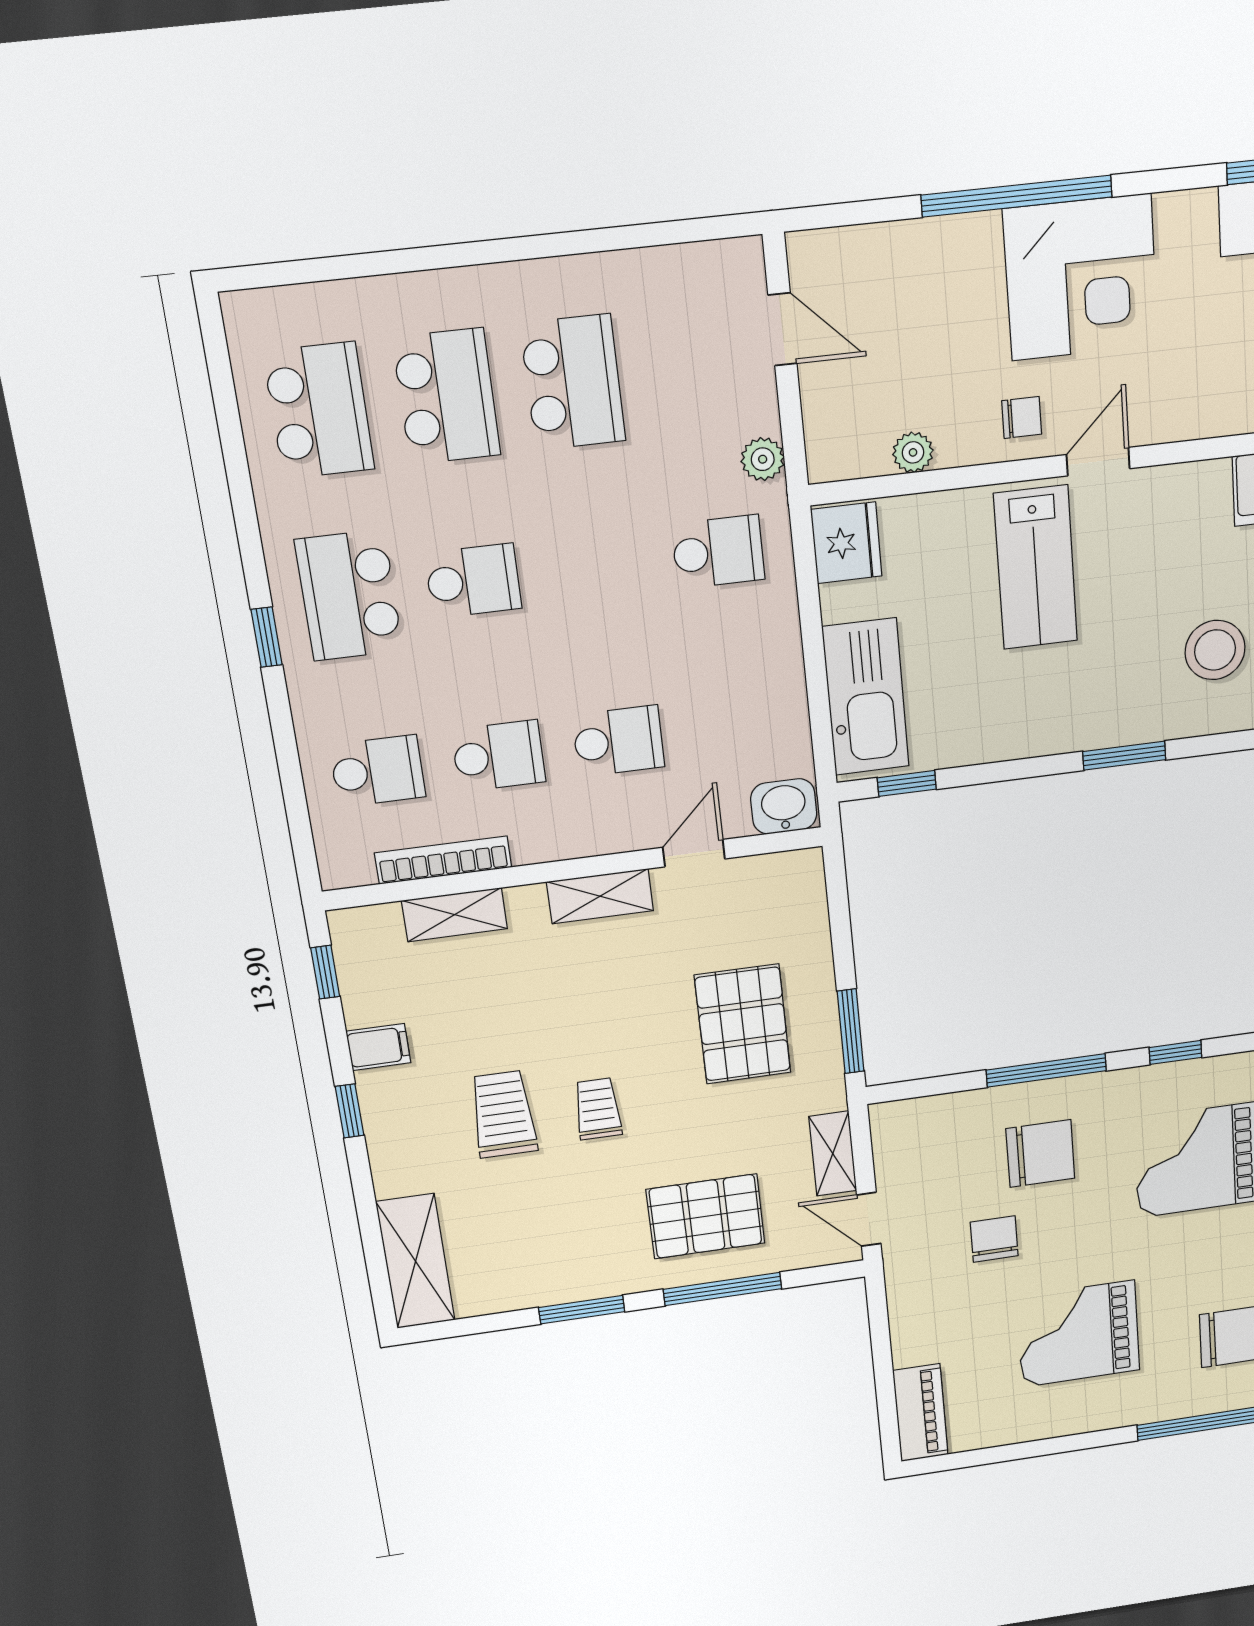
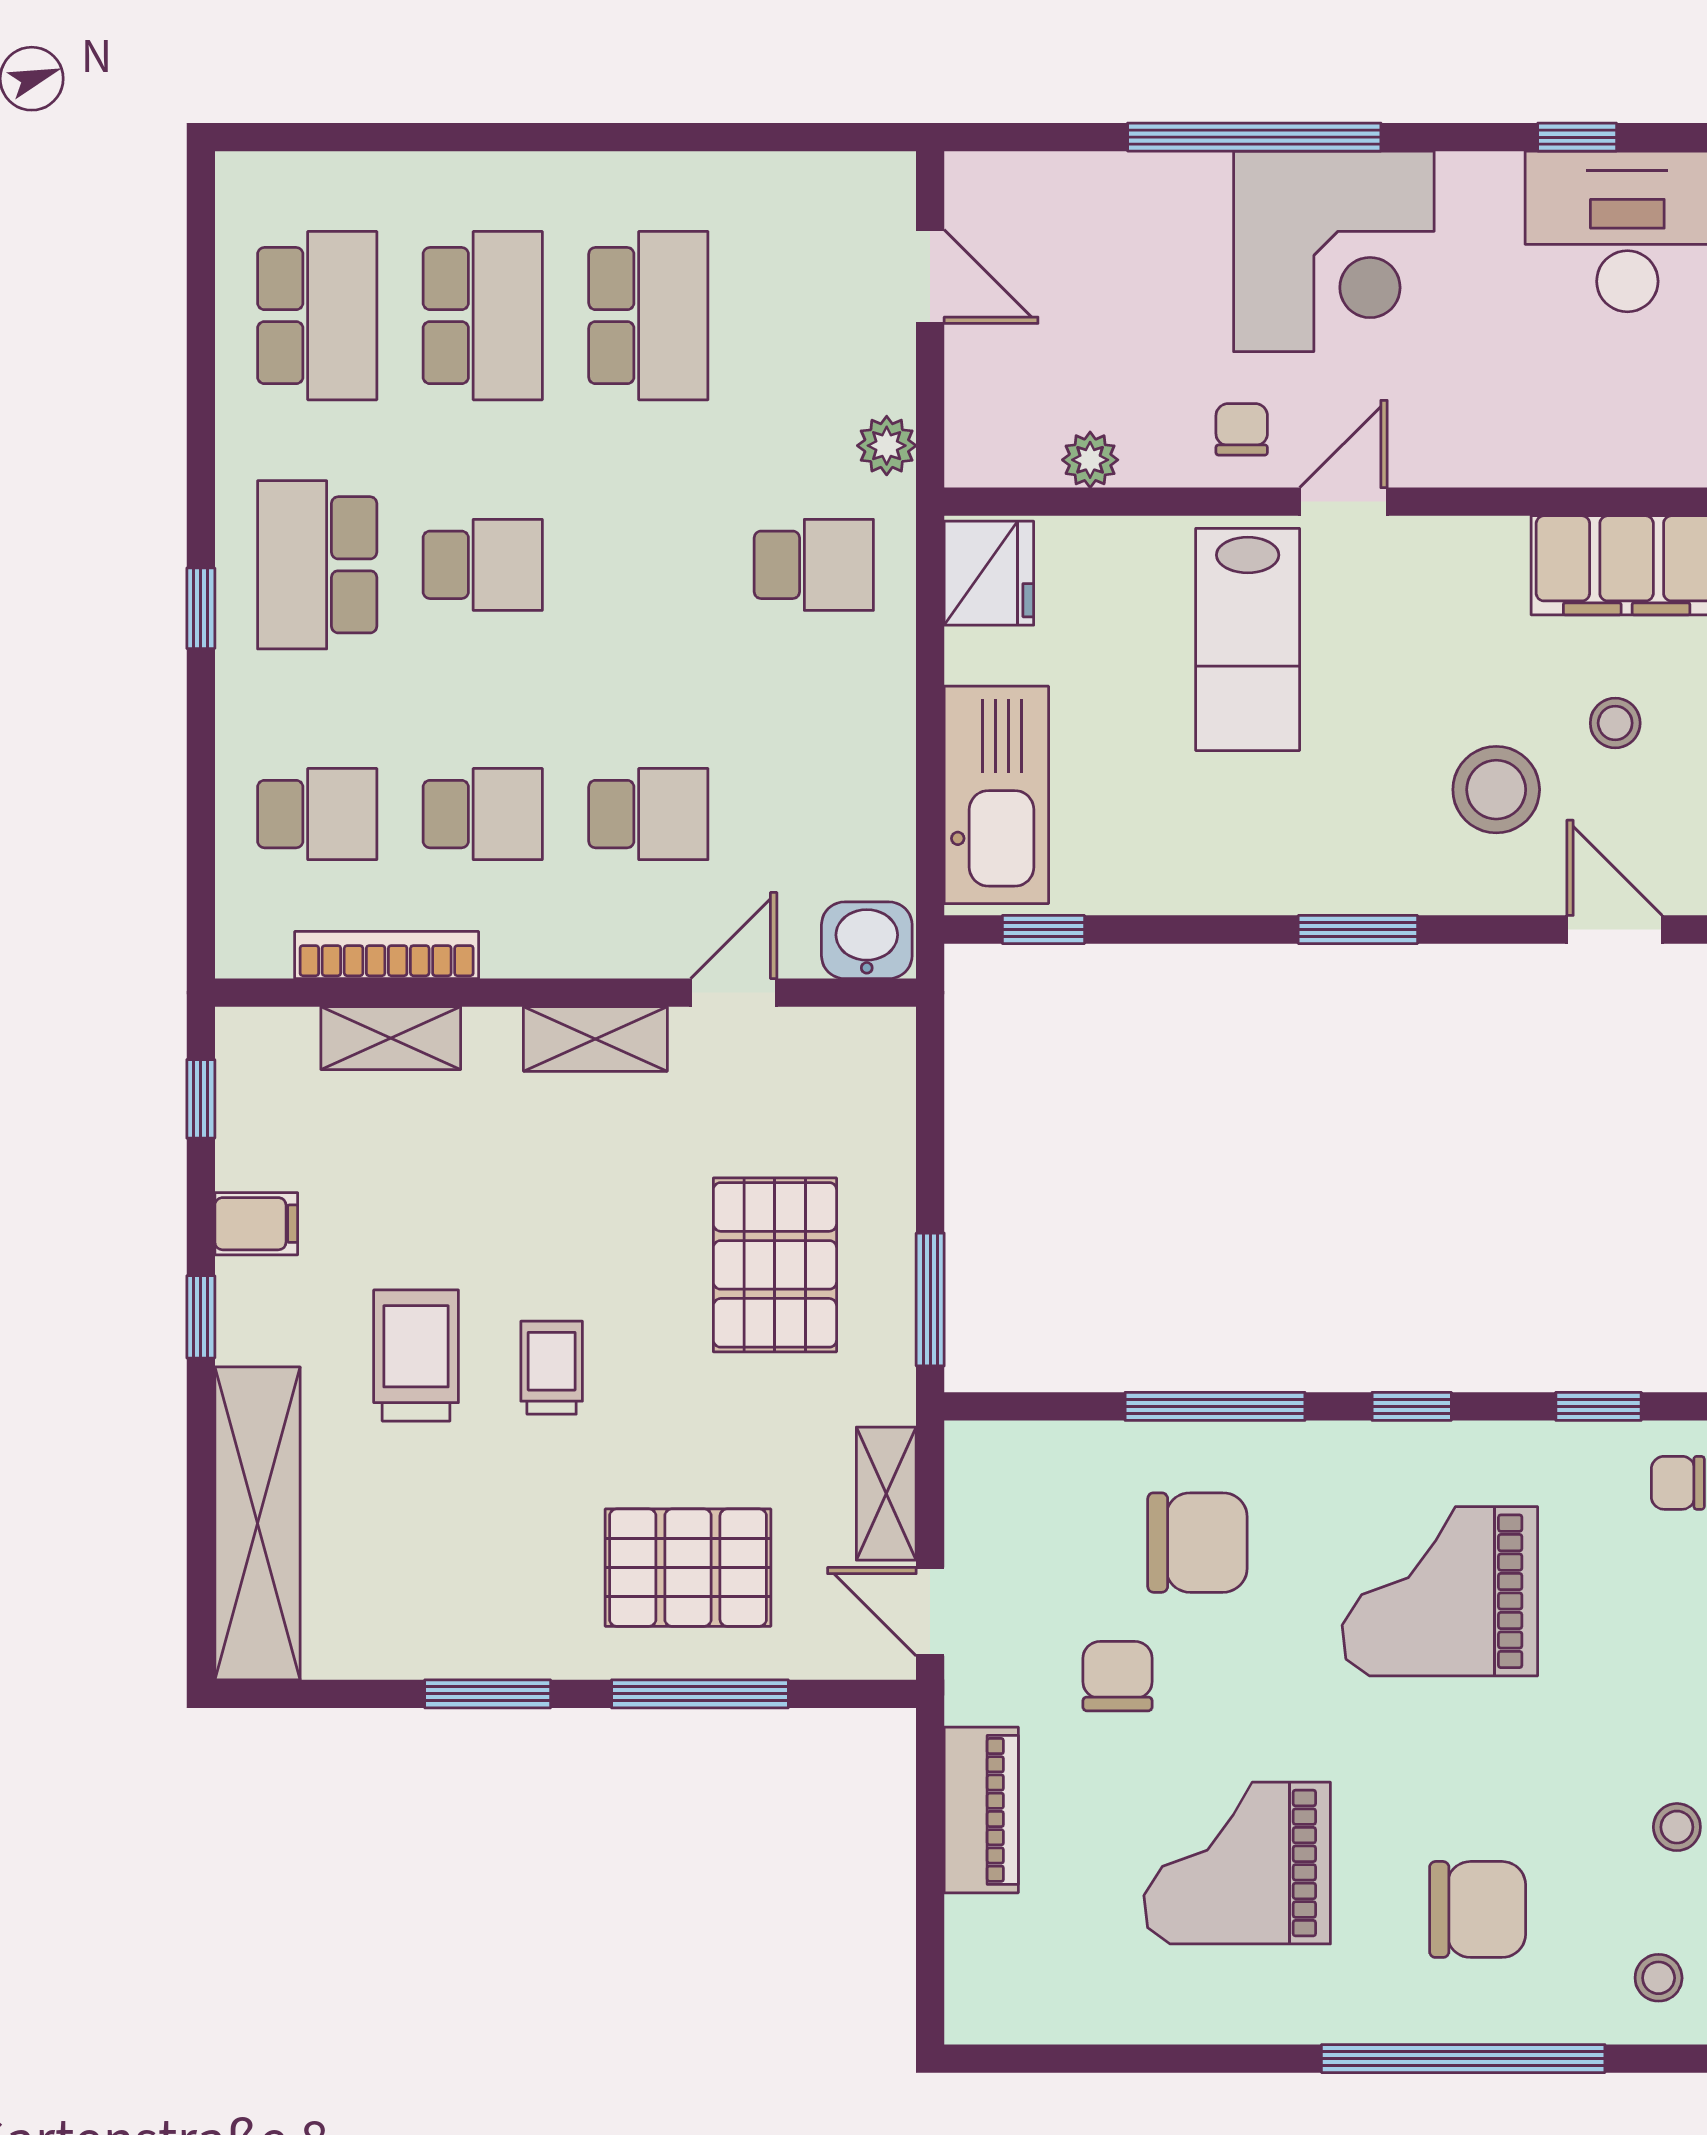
chair: (1022, 418) -> (1242, 429), turned -90
shelving: (416, 1261) -> (258, 1523), width x1.47
piano: (920, 1413) -> (981, 1810), moved

